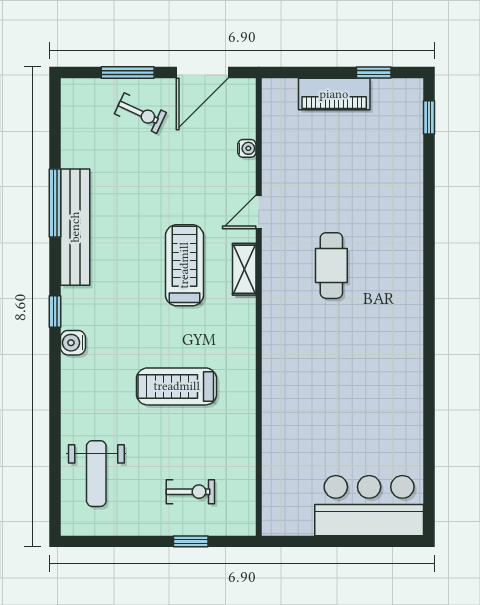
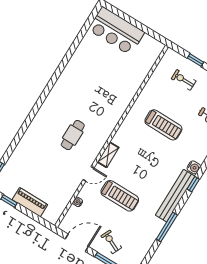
bench: (75, 227) -> (175, 196), moved
treadmill: (184, 265) -> (120, 196), moved, turned -90

